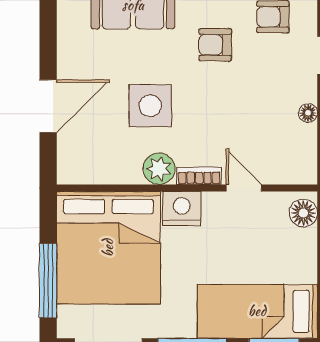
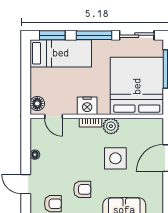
door: (244, 188) -> (54, 116), moved
nightstand: (182, 209) -> (87, 106), moved

